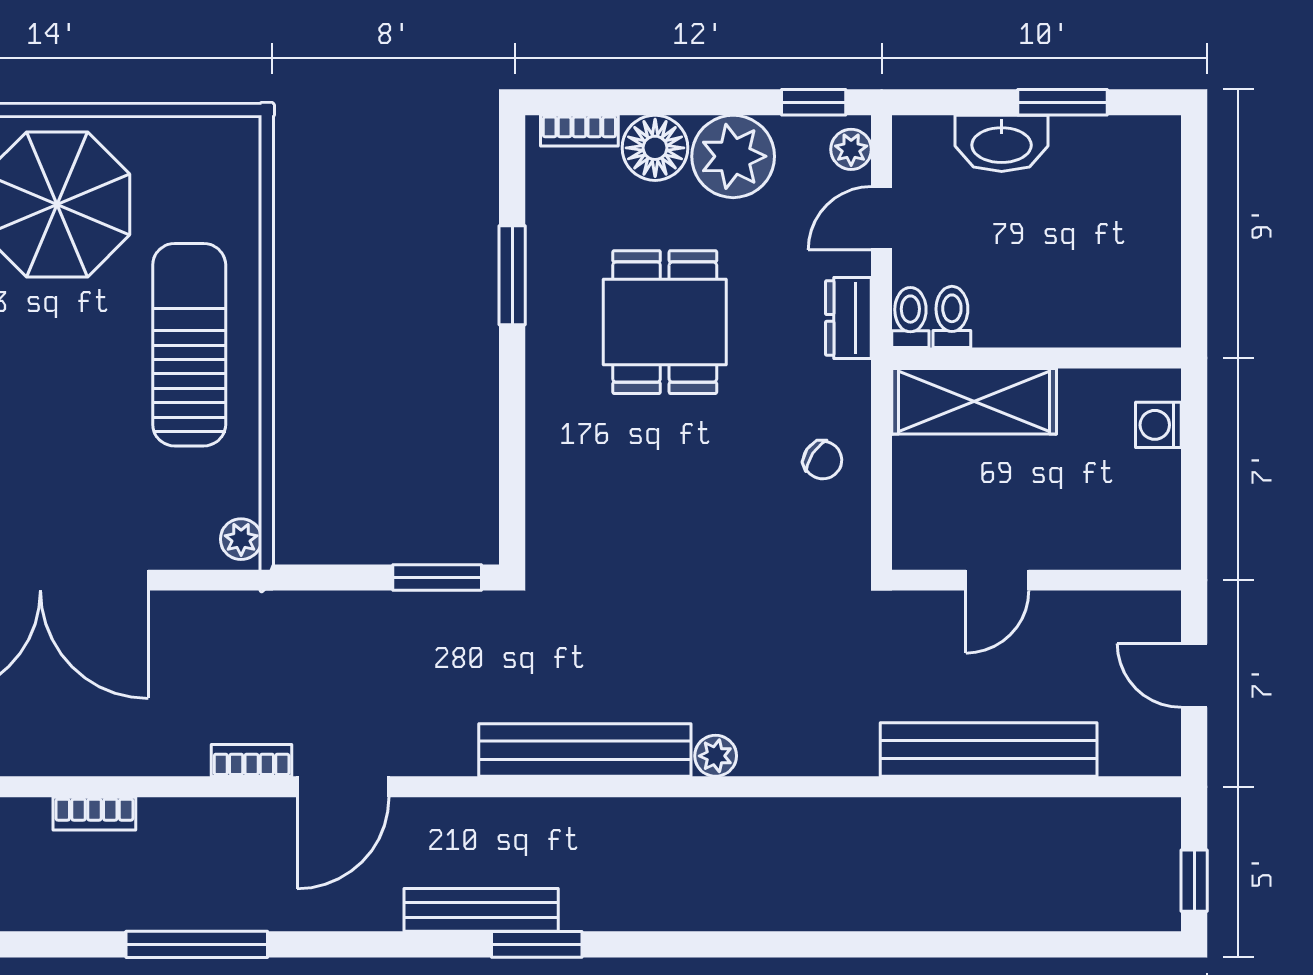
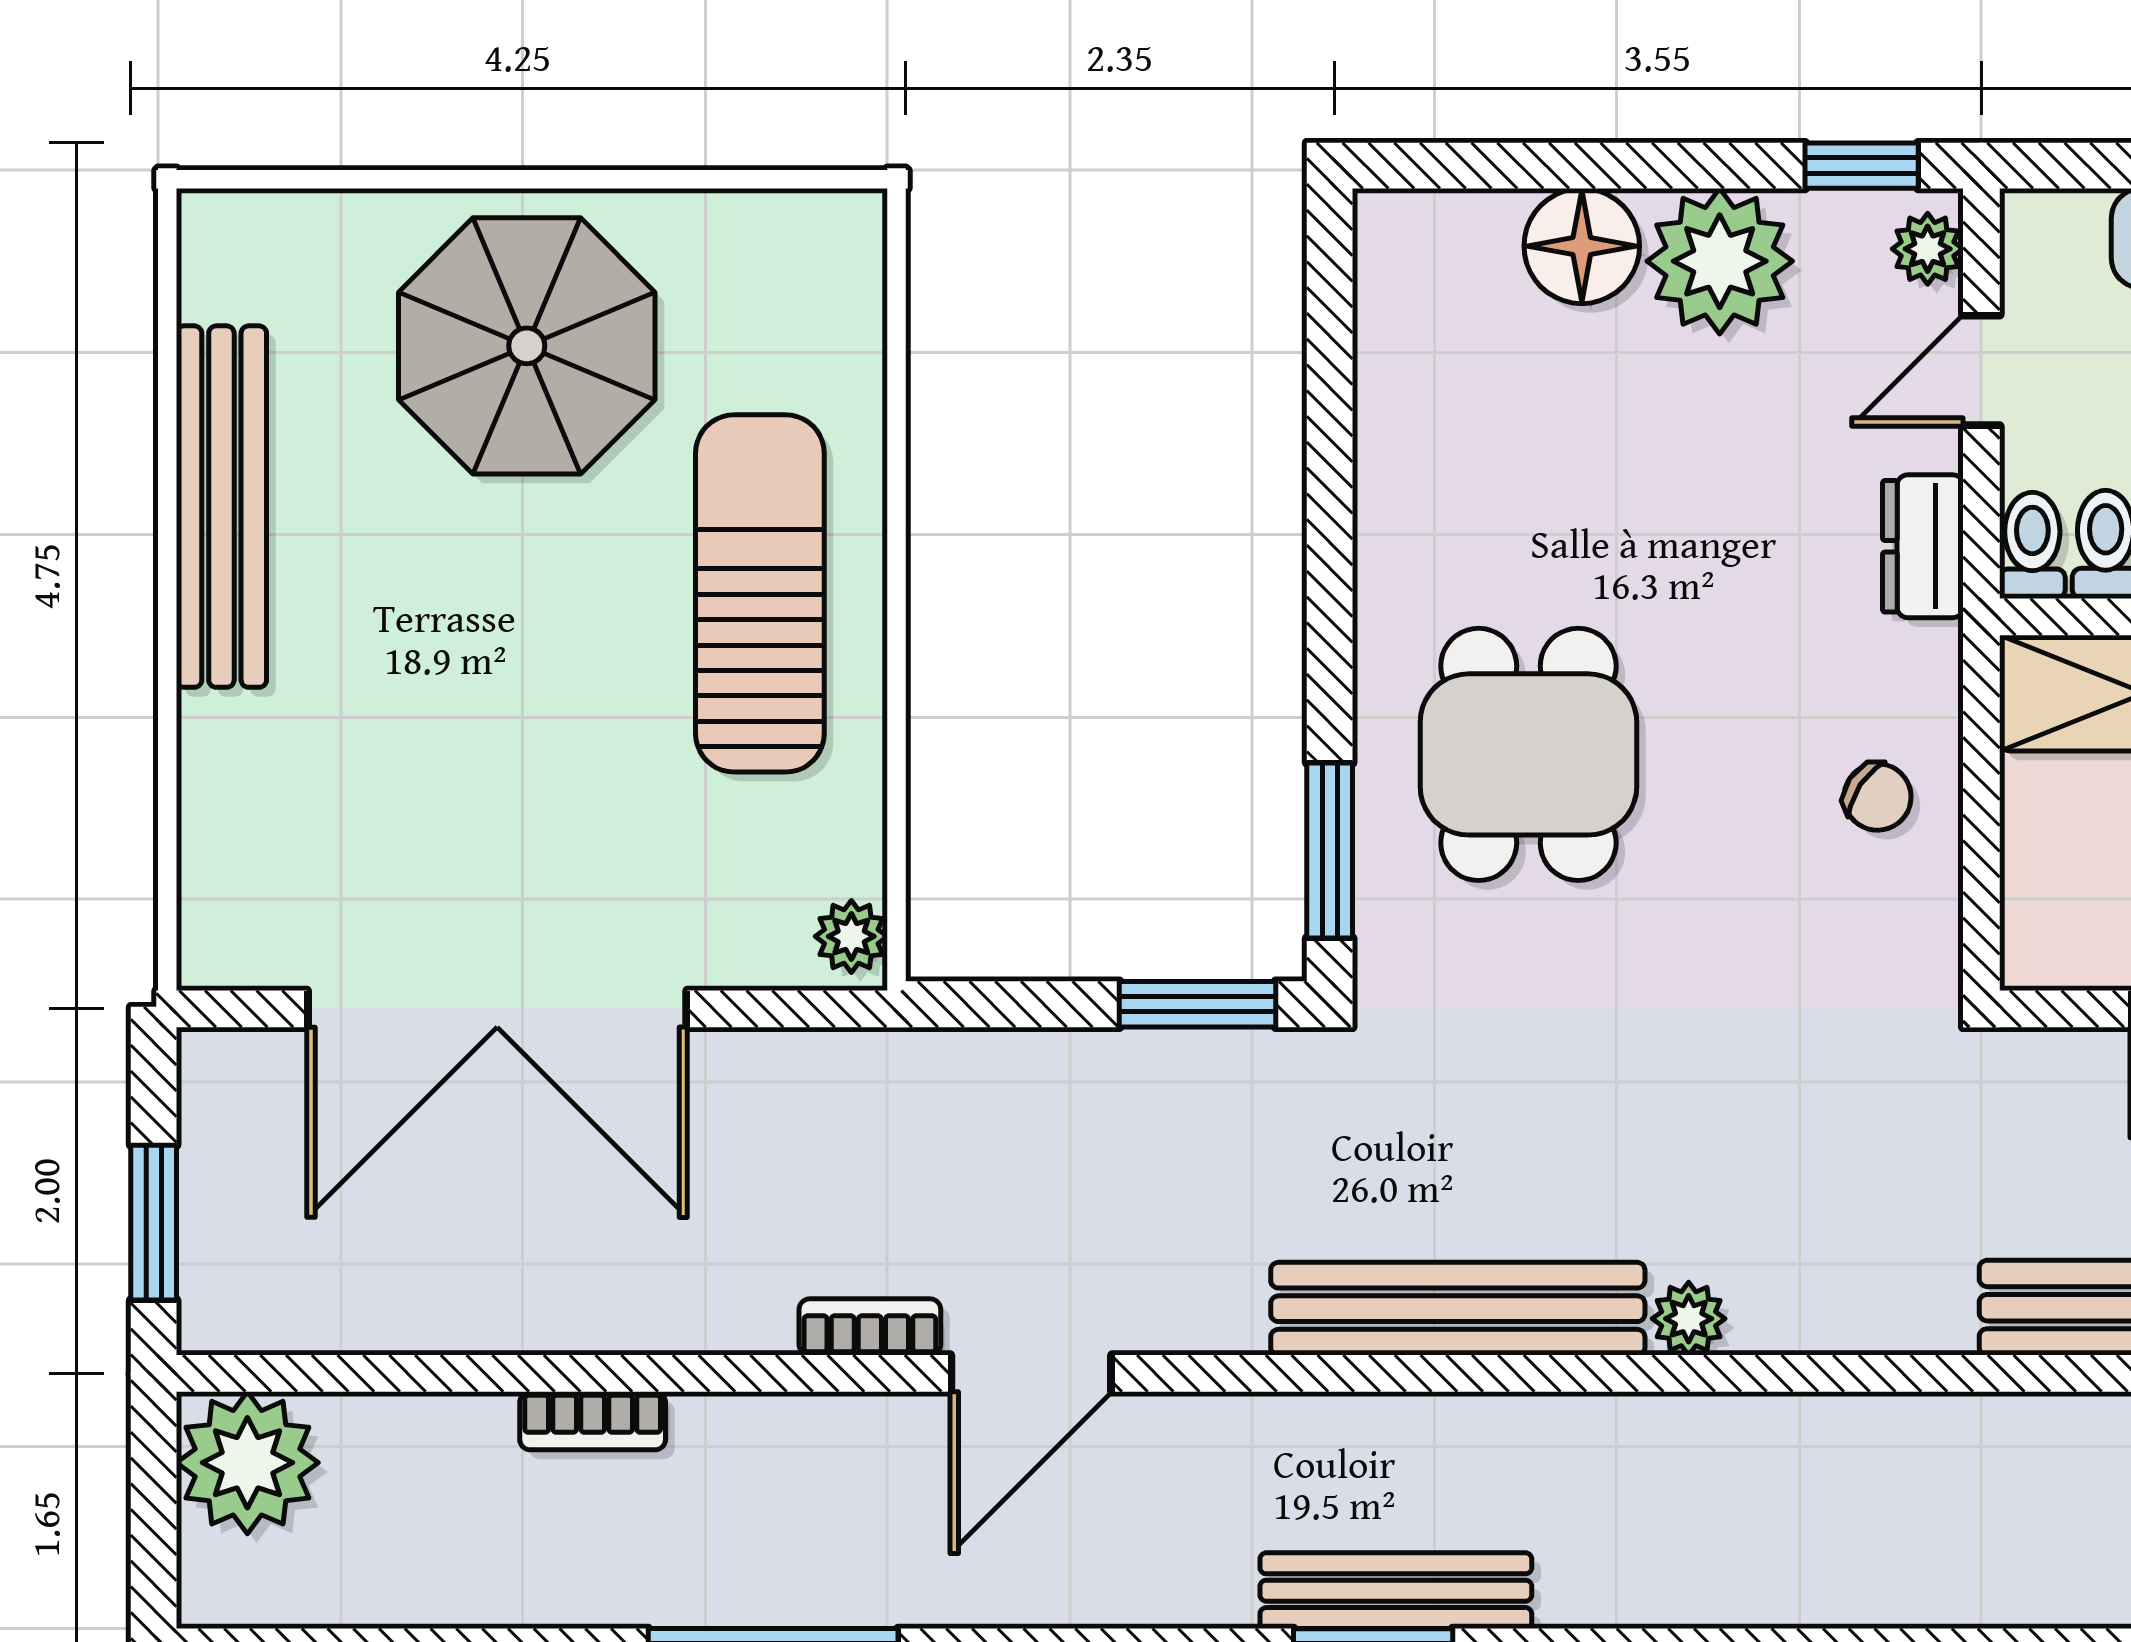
bookcase: (579, 131) -> (1448, 216), removed
window: (512, 275) -> (1330, 851), moved
dining table: (665, 322) -> (1528, 754), moved
bench: (481, 910) -> (1396, 1591), moved

